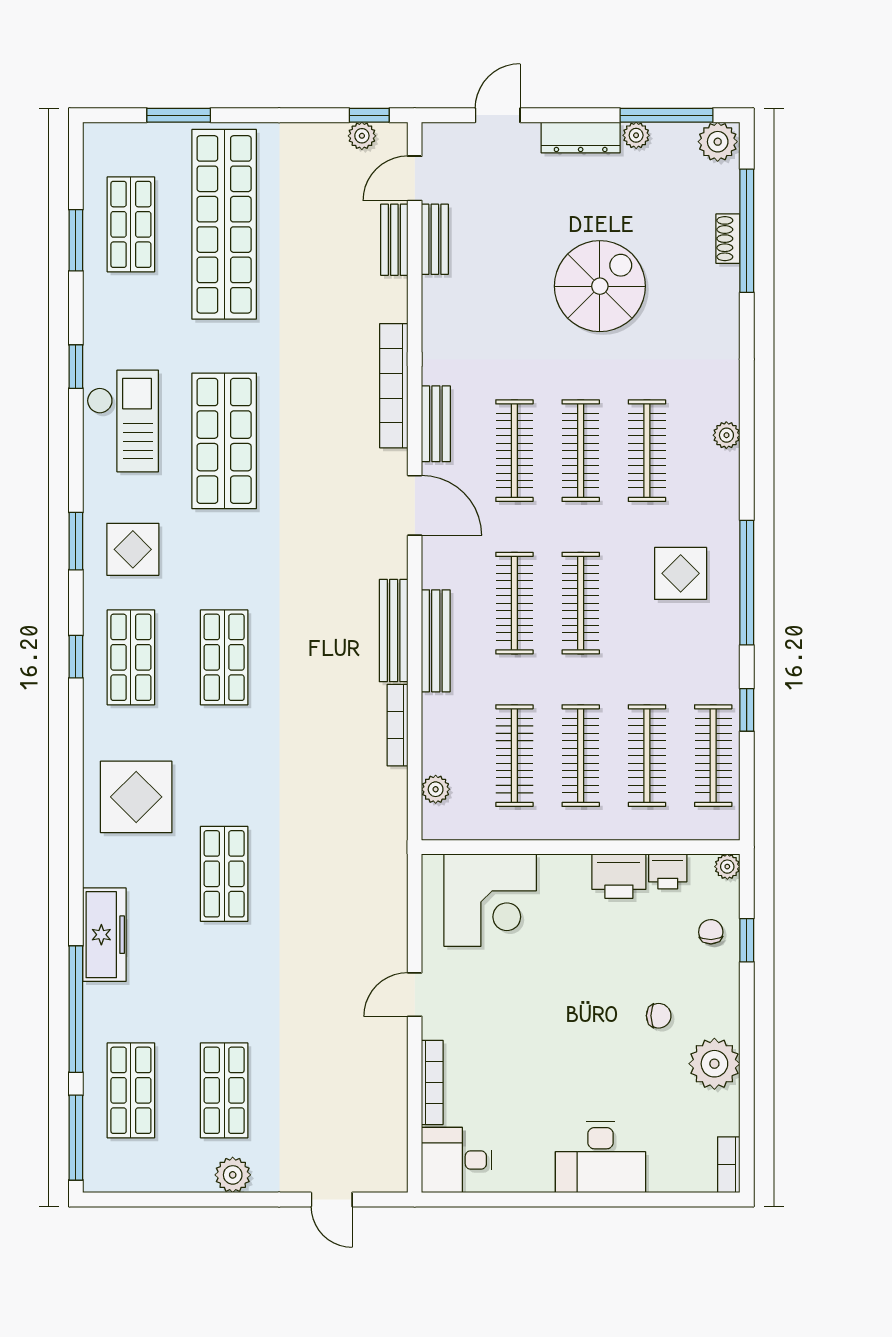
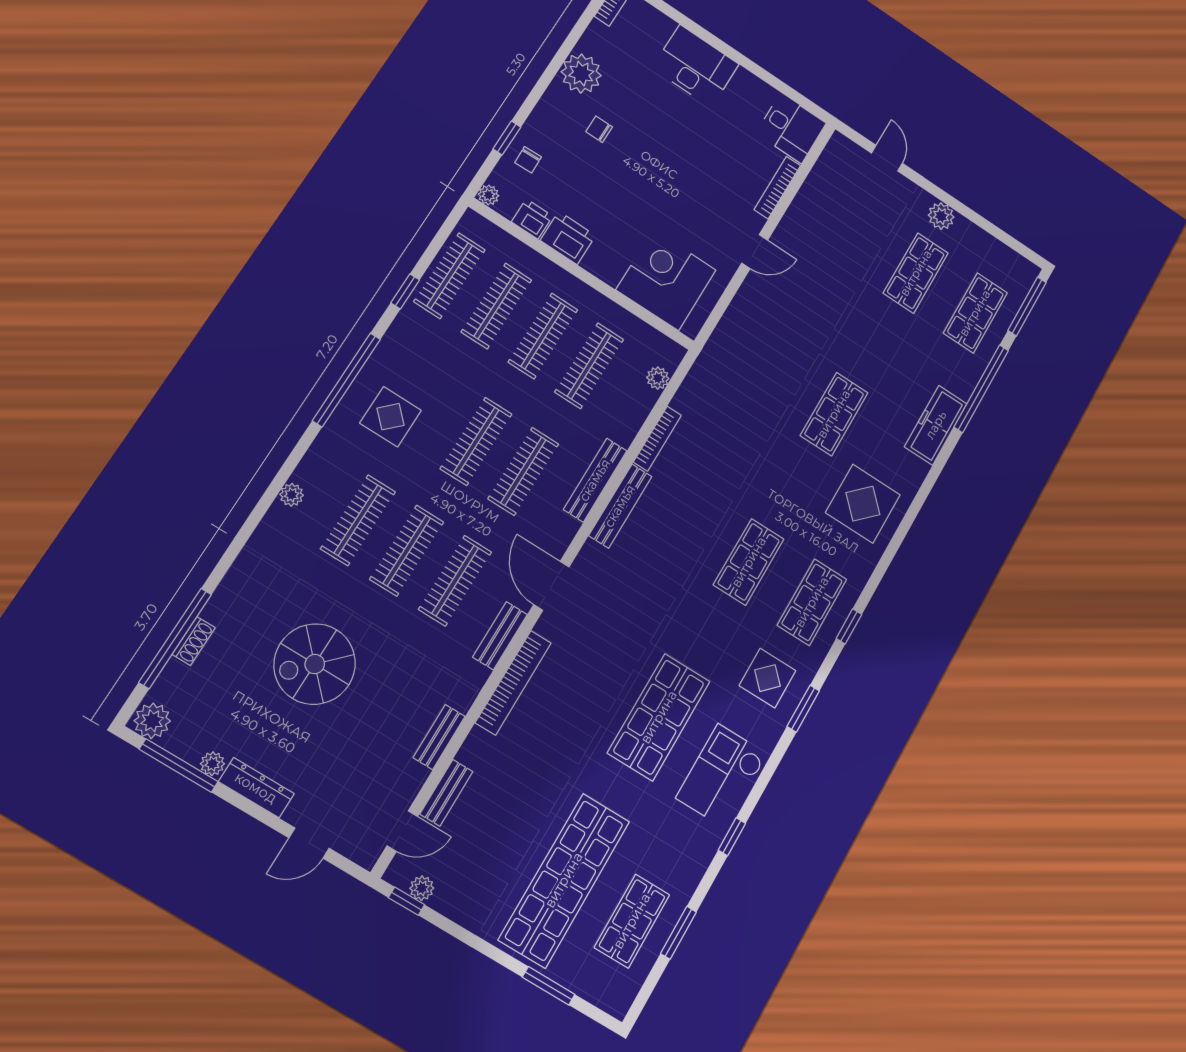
bench: (435, 239) -> (439, 737), moved

